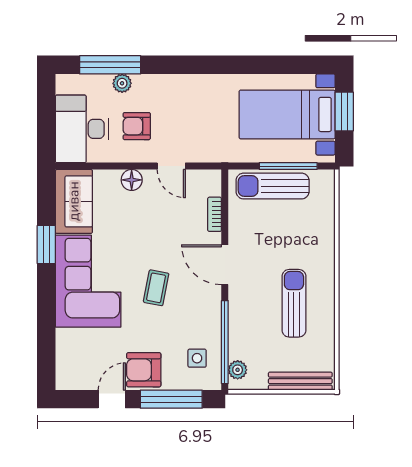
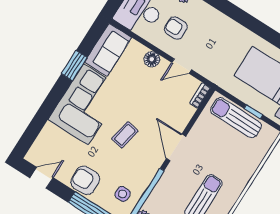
door: (171, 166) -> (182, 66), hinge flipped
window: (288, 166) -> (253, 112), width x0.46
bookcase: (215, 214) -> (200, 95), moved
door: (112, 399) -> (41, 178), moved

